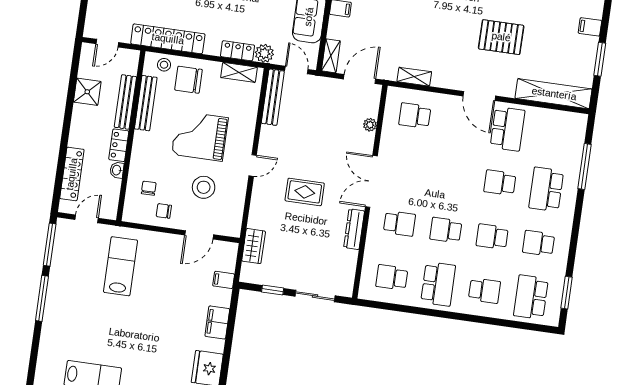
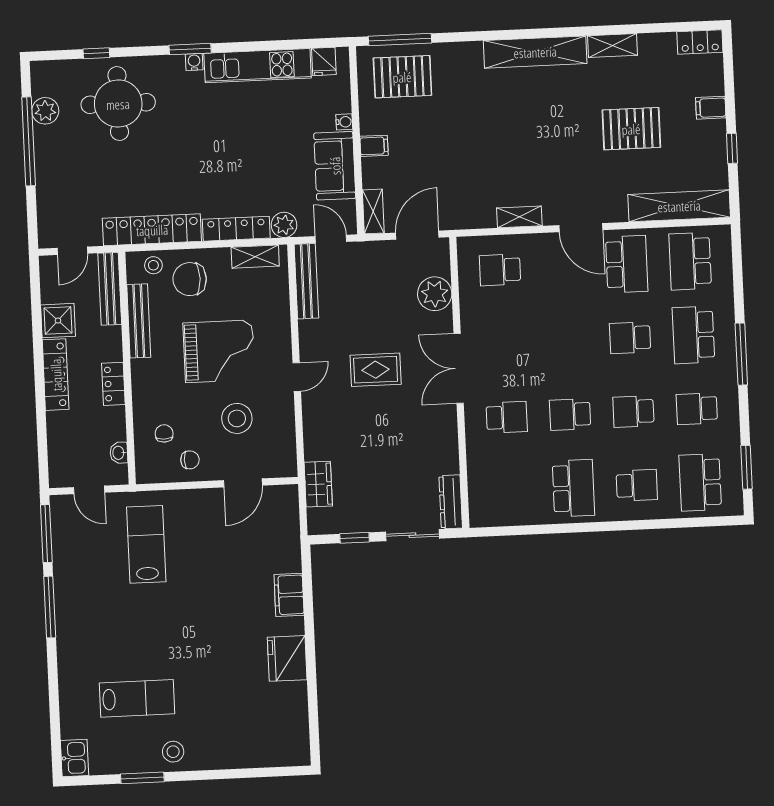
pallet: (501, 37) -> (631, 129), moved
locker: (237, 51) -> (236, 229), width x1.53
window: (600, 59) -> (732, 148), width x0.67
shelving: (414, 77) -> (519, 217), moved
bench: (125, 102) -> (110, 289), moved
plant: (370, 125) -> (435, 294), width x1.88, depth x1.88
grand piano: (200, 136) -> (219, 351), turned 180
window: (584, 166) -> (741, 354), moved
washbasin: (117, 170) -> (119, 453), moved
locker: (72, 174) -> (56, 375), moved
rug: (305, 192) -> (376, 370), moved
chair: (164, 211) -> (190, 460), turned 180
door: (87, 219) -> (89, 490), swing flipped
dresser: (354, 229) -> (451, 502), moved
school desk: (392, 277) -> (690, 261), moved, width x1.85
filing cabinet: (224, 280) -> (287, 537), removed

